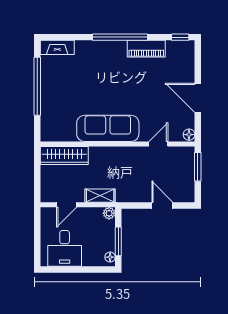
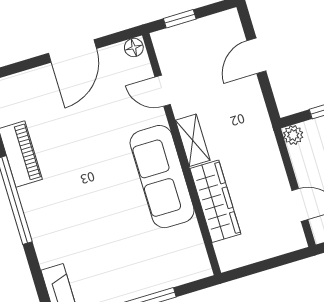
wardrobe: (64, 156) -> (215, 201), moved
window: (198, 167) -> (180, 19), width x0.67
shelving: (100, 196) -> (193, 140), moved

